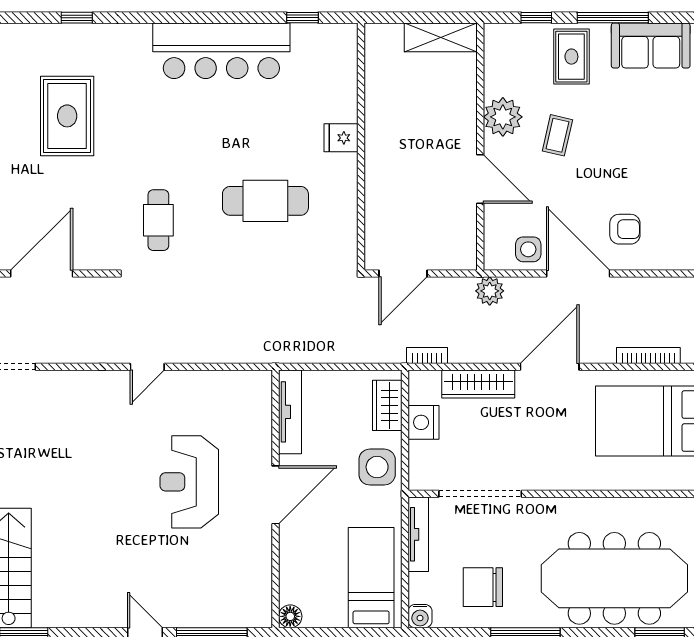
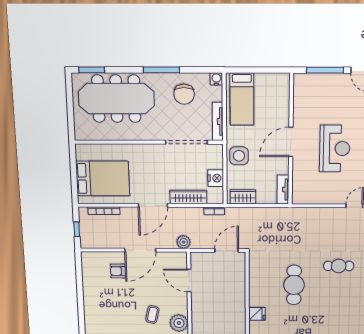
door: (480, 179) -> (189, 281), moved
cafe table: (265, 201) -> (294, 285), turned 90
cafe table: (158, 220) -> (339, 266), moved, turned 90
side table: (528, 249) -> (165, 262), removed
door: (578, 274) -> (140, 250), hinge flipped
wardrobe: (387, 405) -> (243, 197), moved, turned -90
tv unit: (290, 412) -> (283, 190), width x0.71
chair: (483, 587) -> (184, 94), turned 90
floor lamp: (290, 616) -> (284, 79), removed

